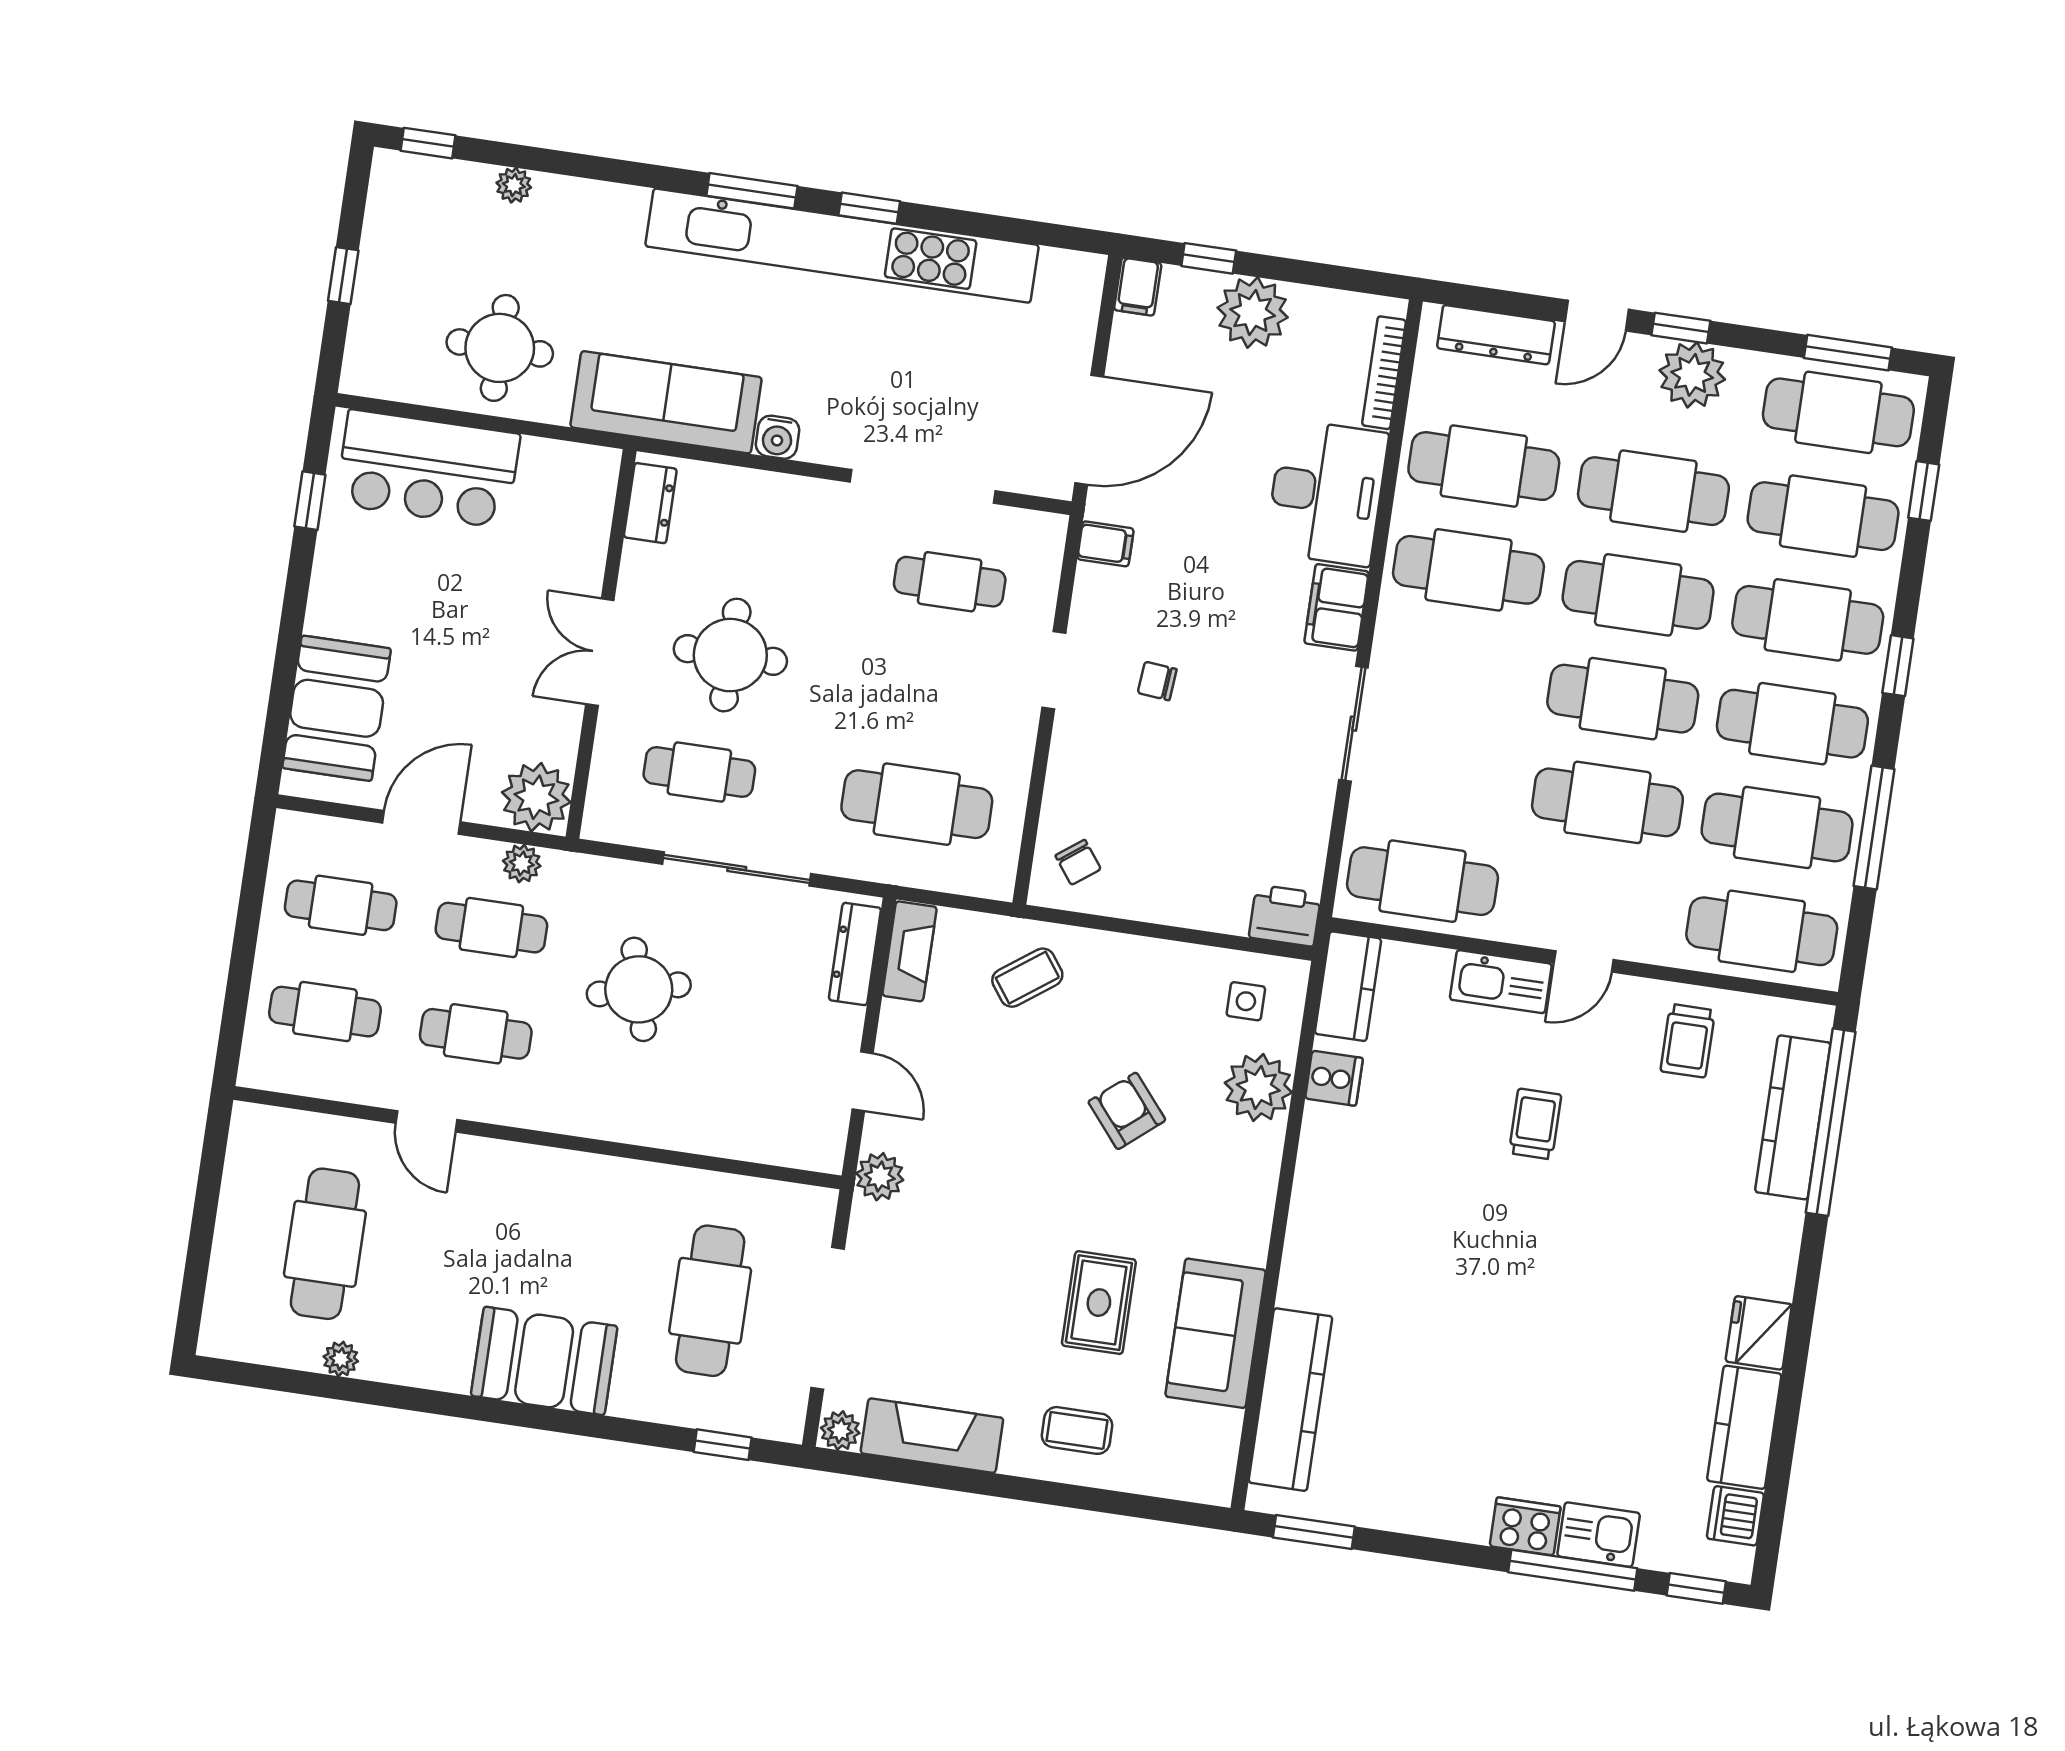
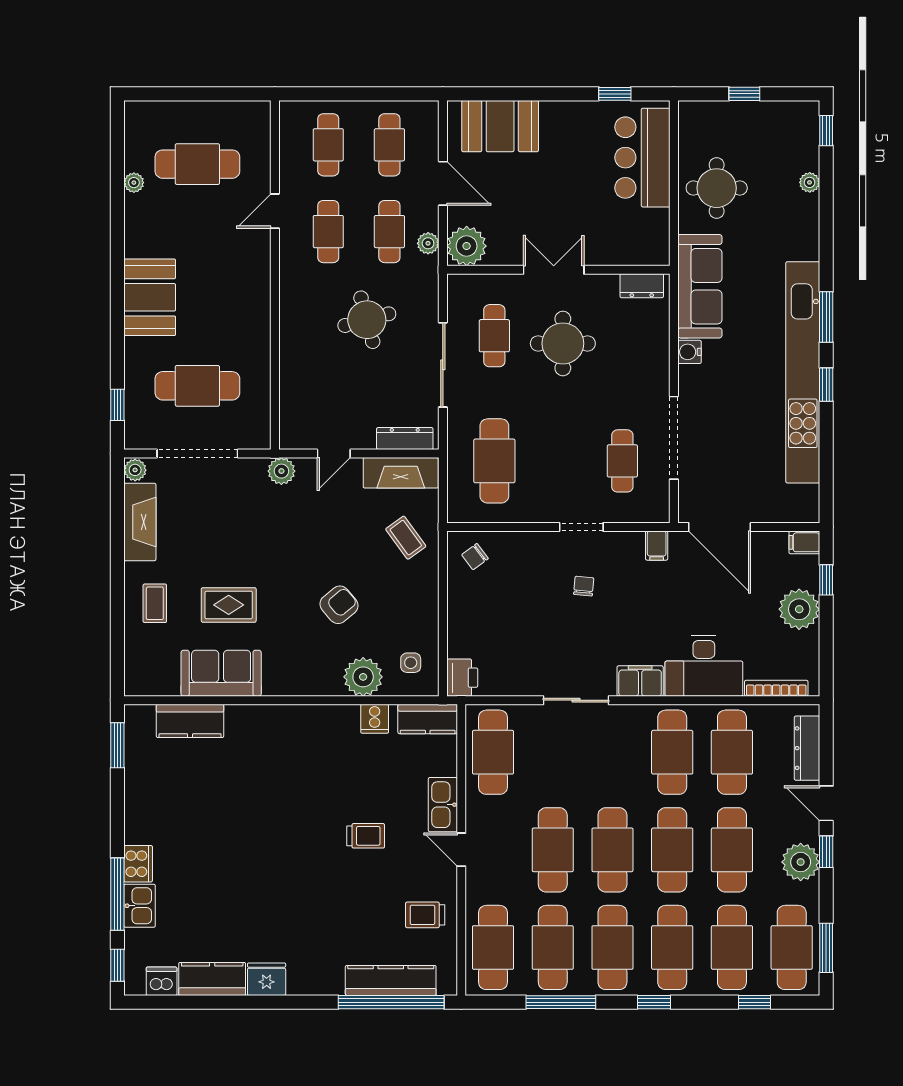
fireplace: (910, 951) -> (401, 473), width x1.37, depth x1.32
kitchen counter: (1290, 1400) -> (190, 721), width x0.67

